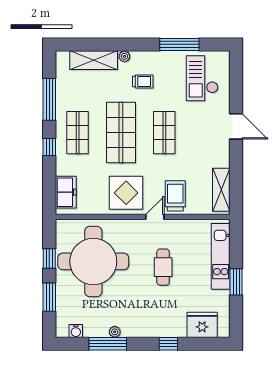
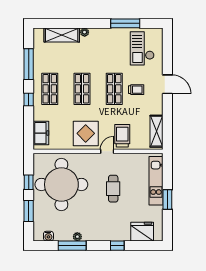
trolley: (143, 81) -> (136, 90), moved
shop shelf: (121, 133) -> (82, 89), width x0.70, depth x0.74

